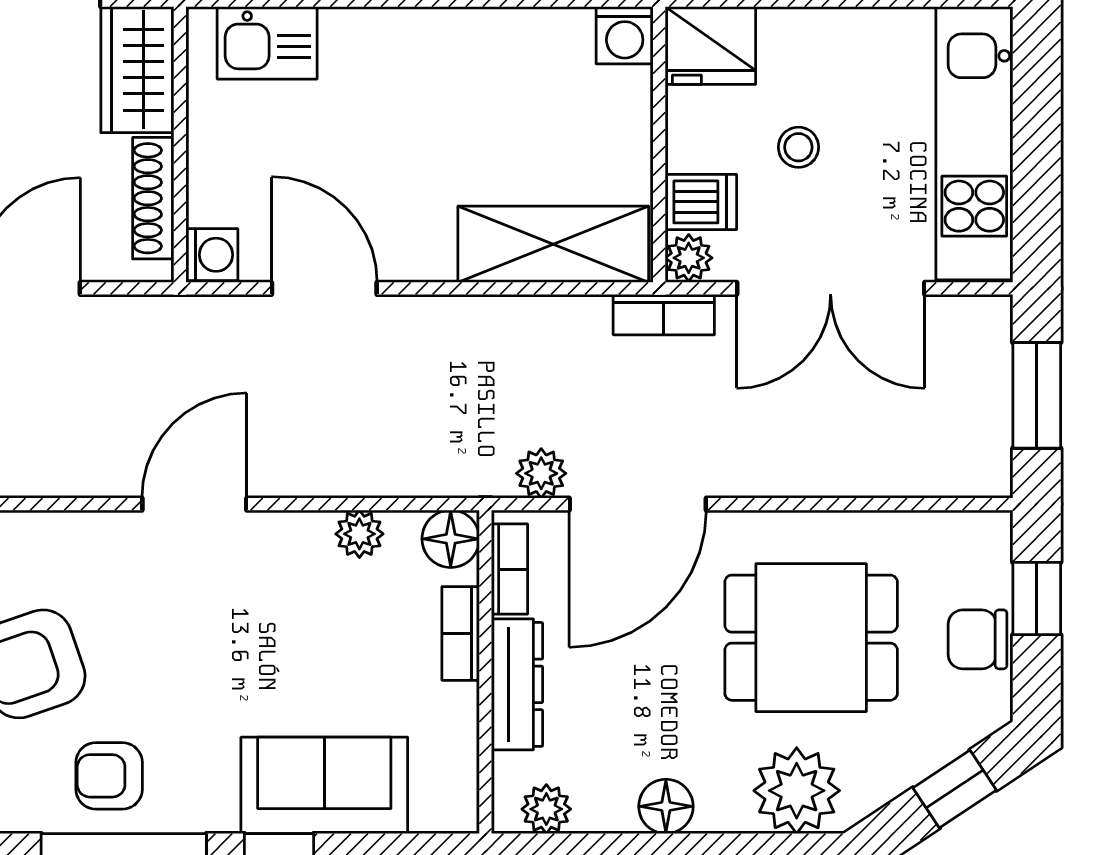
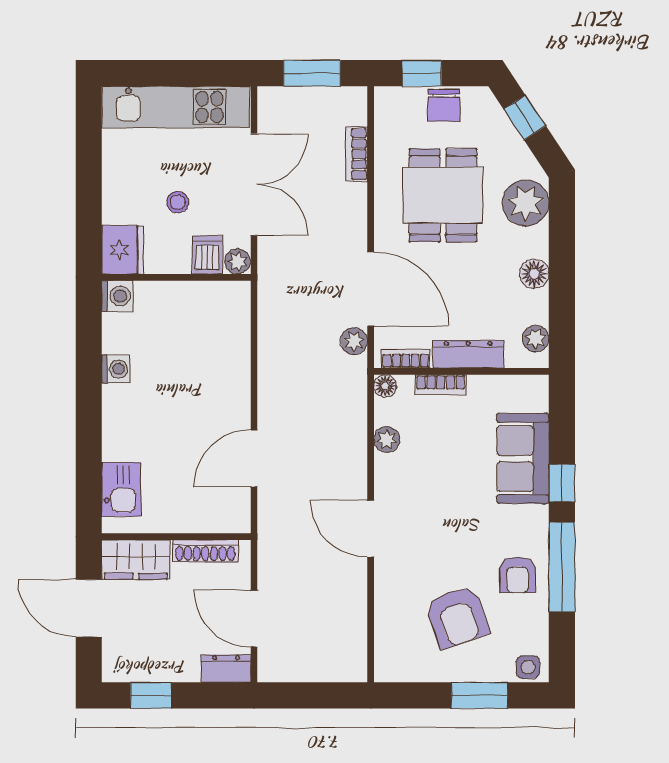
shelving: (553, 244) -> (230, 335), removed
washing machine: (212, 255) -> (116, 369), moved, turned 90
bookcase: (664, 315) -> (356, 154), moved, turned 180
floor lamp: (451, 539) -> (385, 386), width x0.73, depth x0.73

